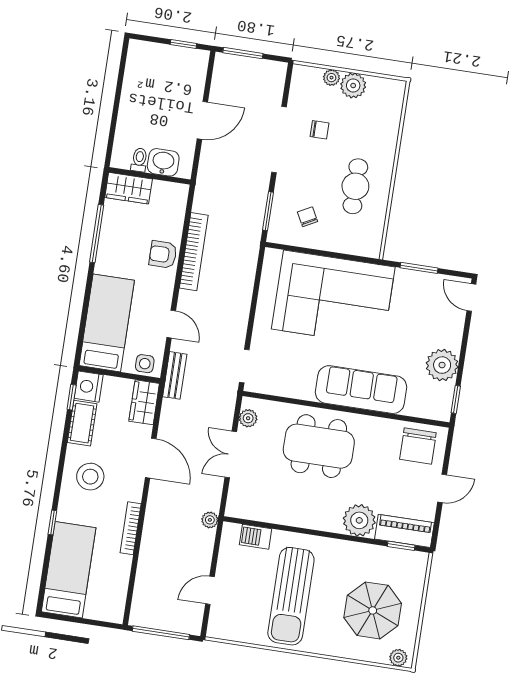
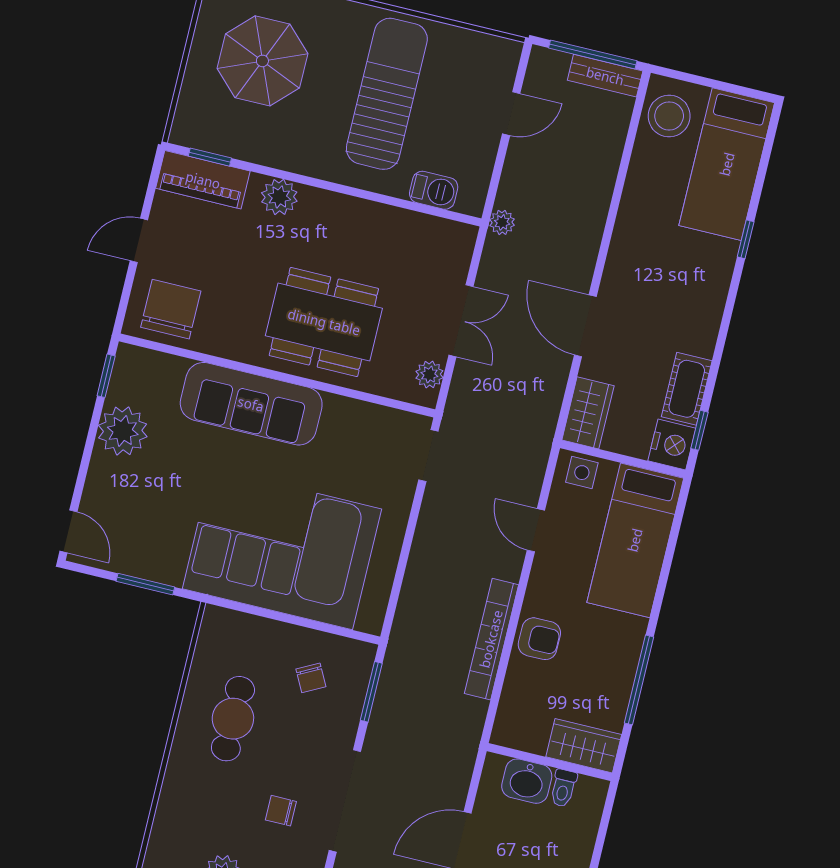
bench: (175, 375) -> (605, 76), moved, turned 90
stool: (90, 477) -> (669, 116), moved
plant: (359, 520) -> (279, 197), width x0.73, depth x0.73
bookcase: (131, 528) -> (626, 220), removed

